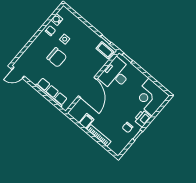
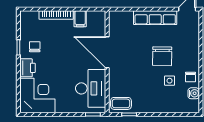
chair: (57, 57) -> (162, 56), turned -89
row of seats: (51, 92) -> (155, 18), moved

